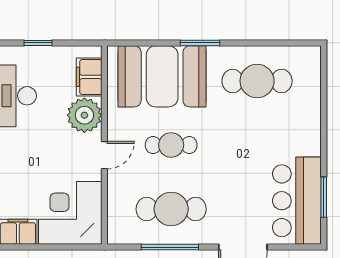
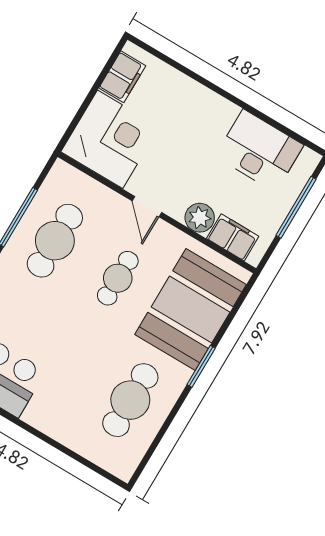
window: (38, 43) -> (296, 207), width x2.17
plant: (84, 115) -> (200, 218), width x0.73, depth x0.73

